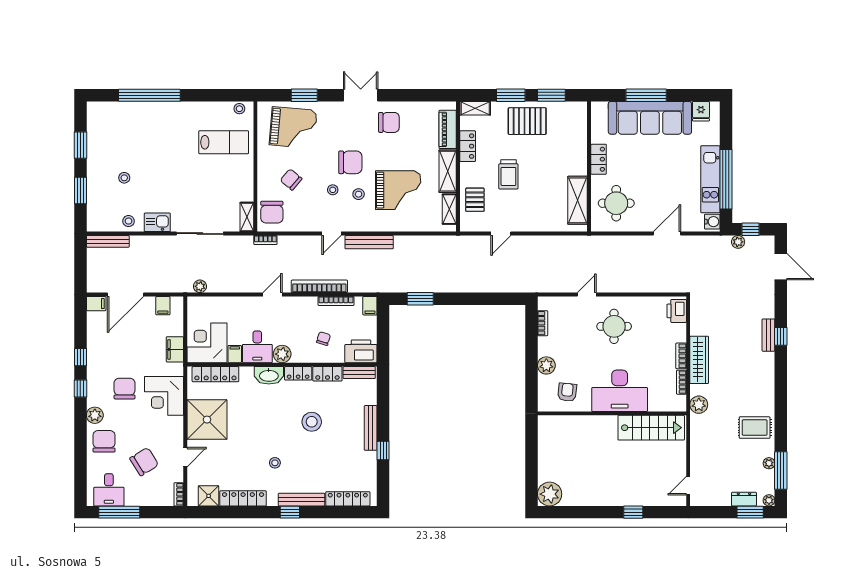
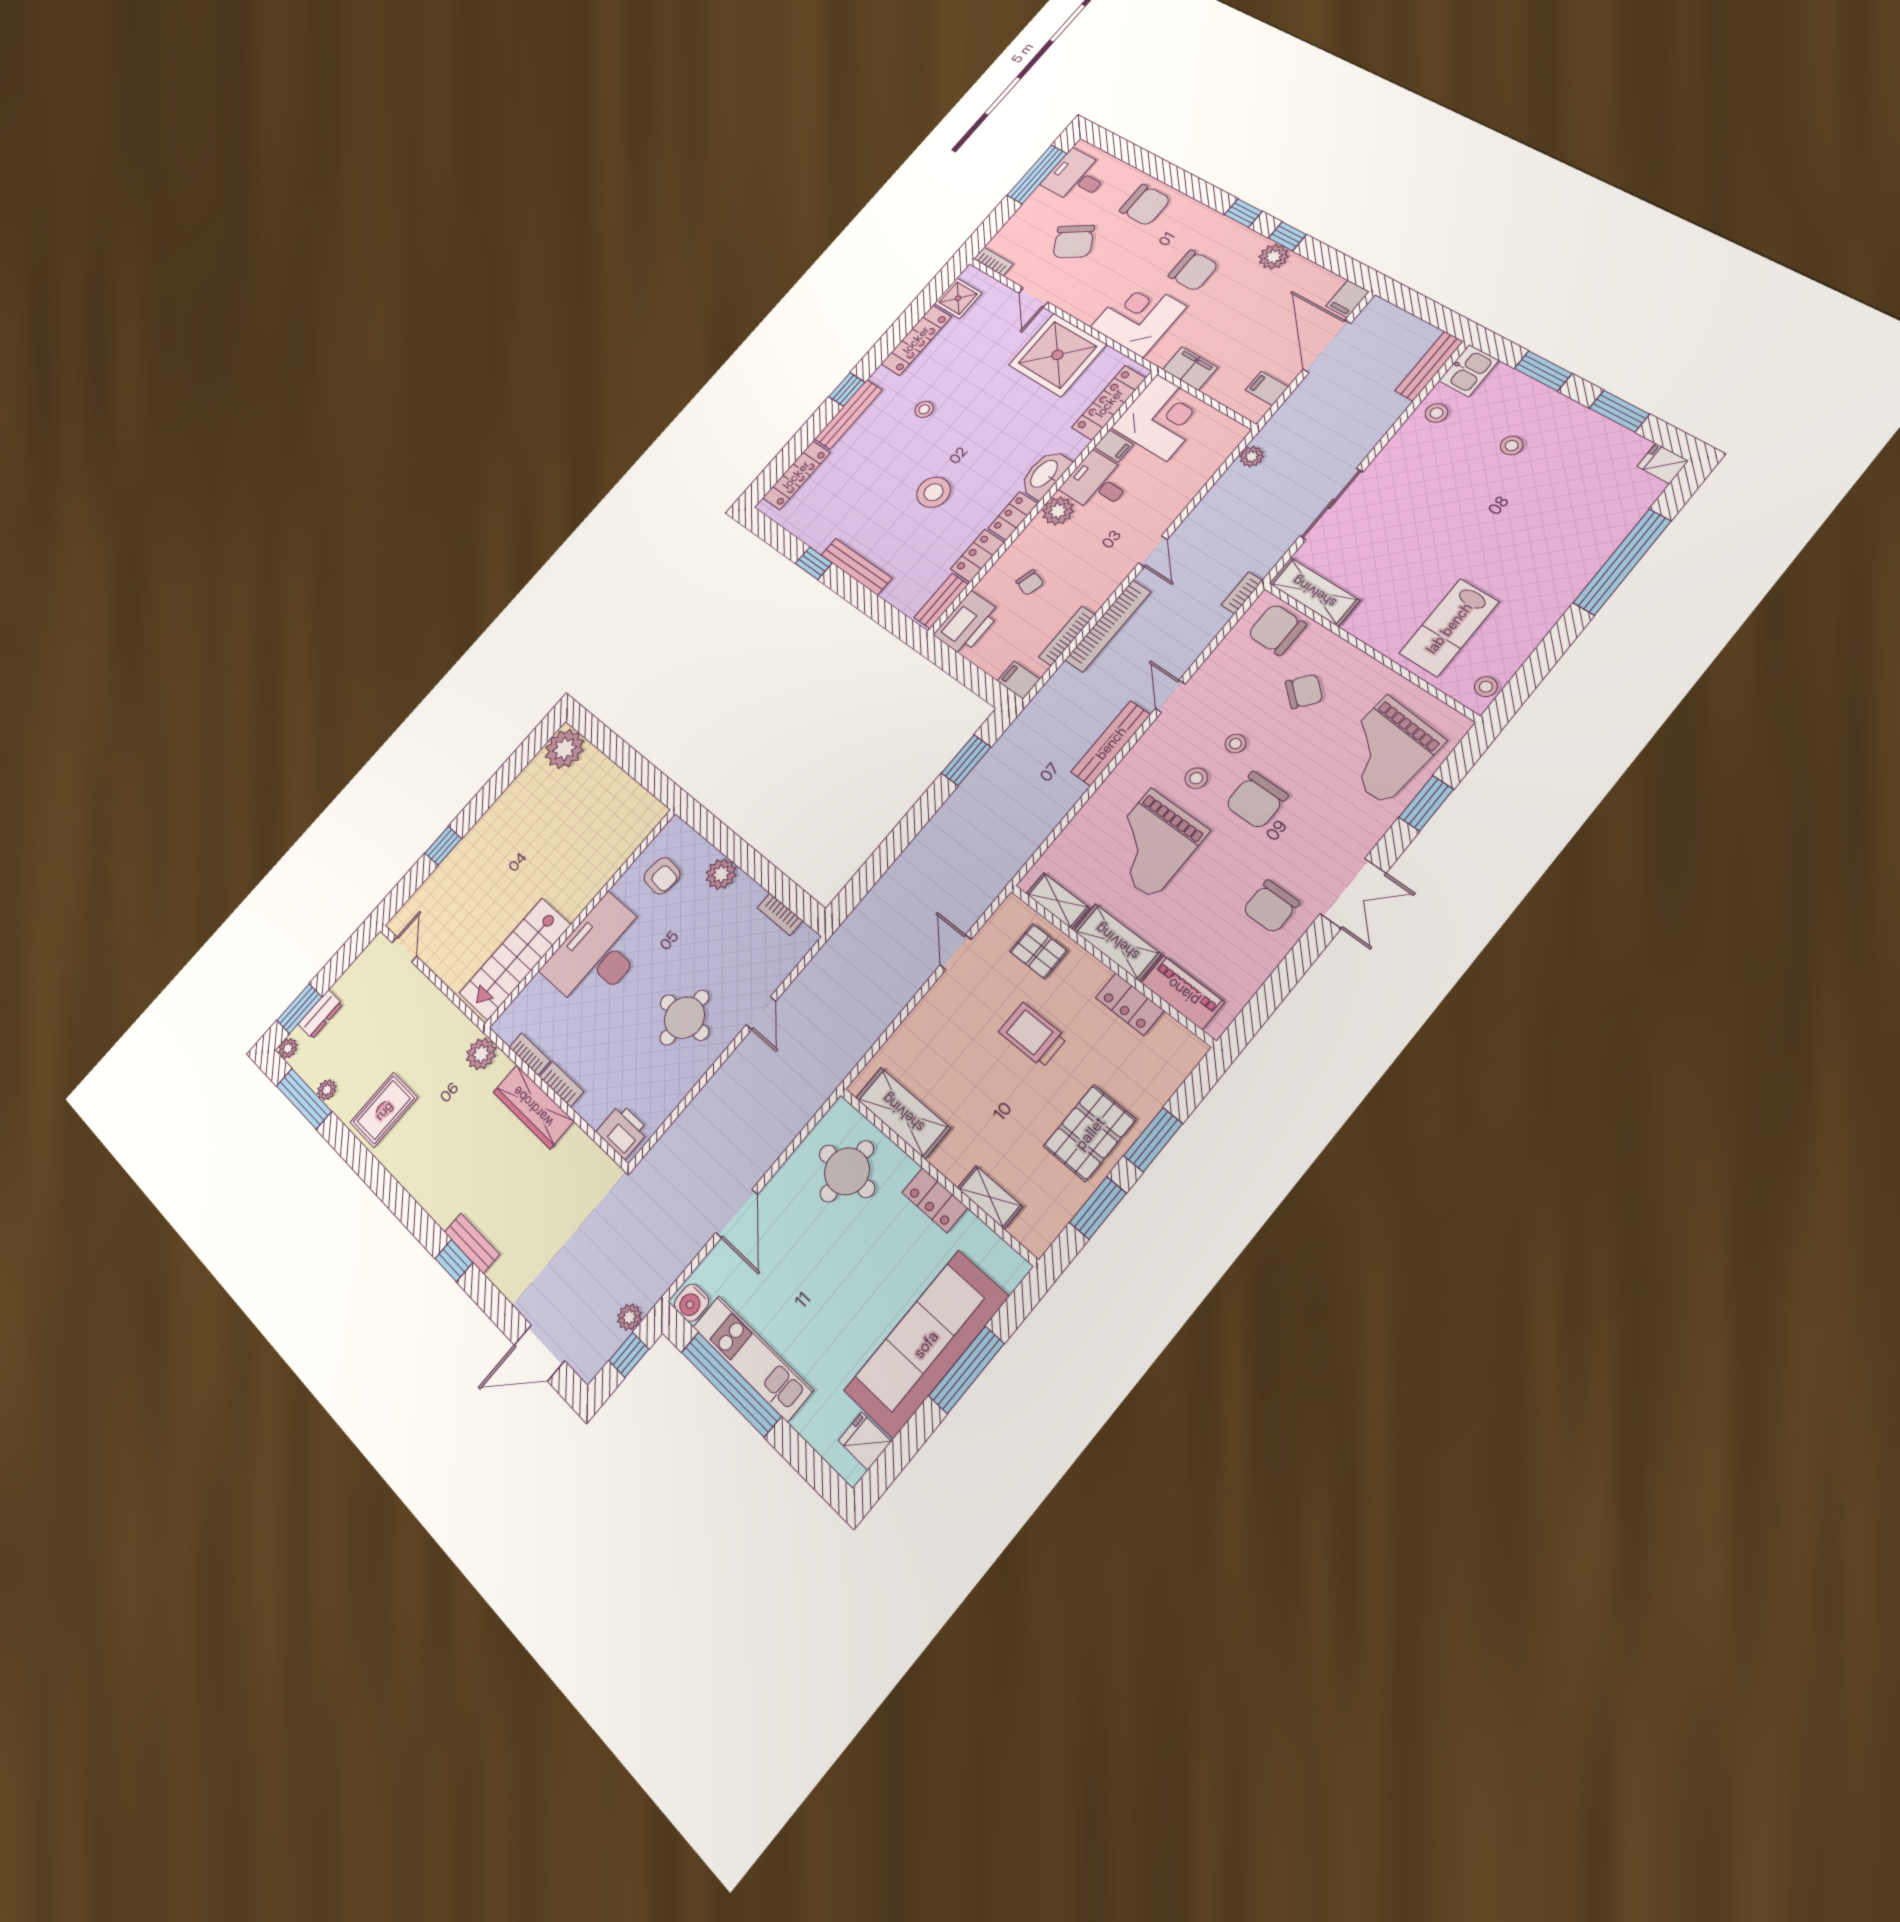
shelving: (475, 108) -> (990, 1197), moved, turned 90
fridge: (94, 111) -> (1663, 464), added
shelving: (247, 217) -> (1314, 592), width x1.50, depth x1.33
kitchen sink: (157, 222) -> (1469, 371), moved
plant: (95, 415) -> (1274, 257), moved

